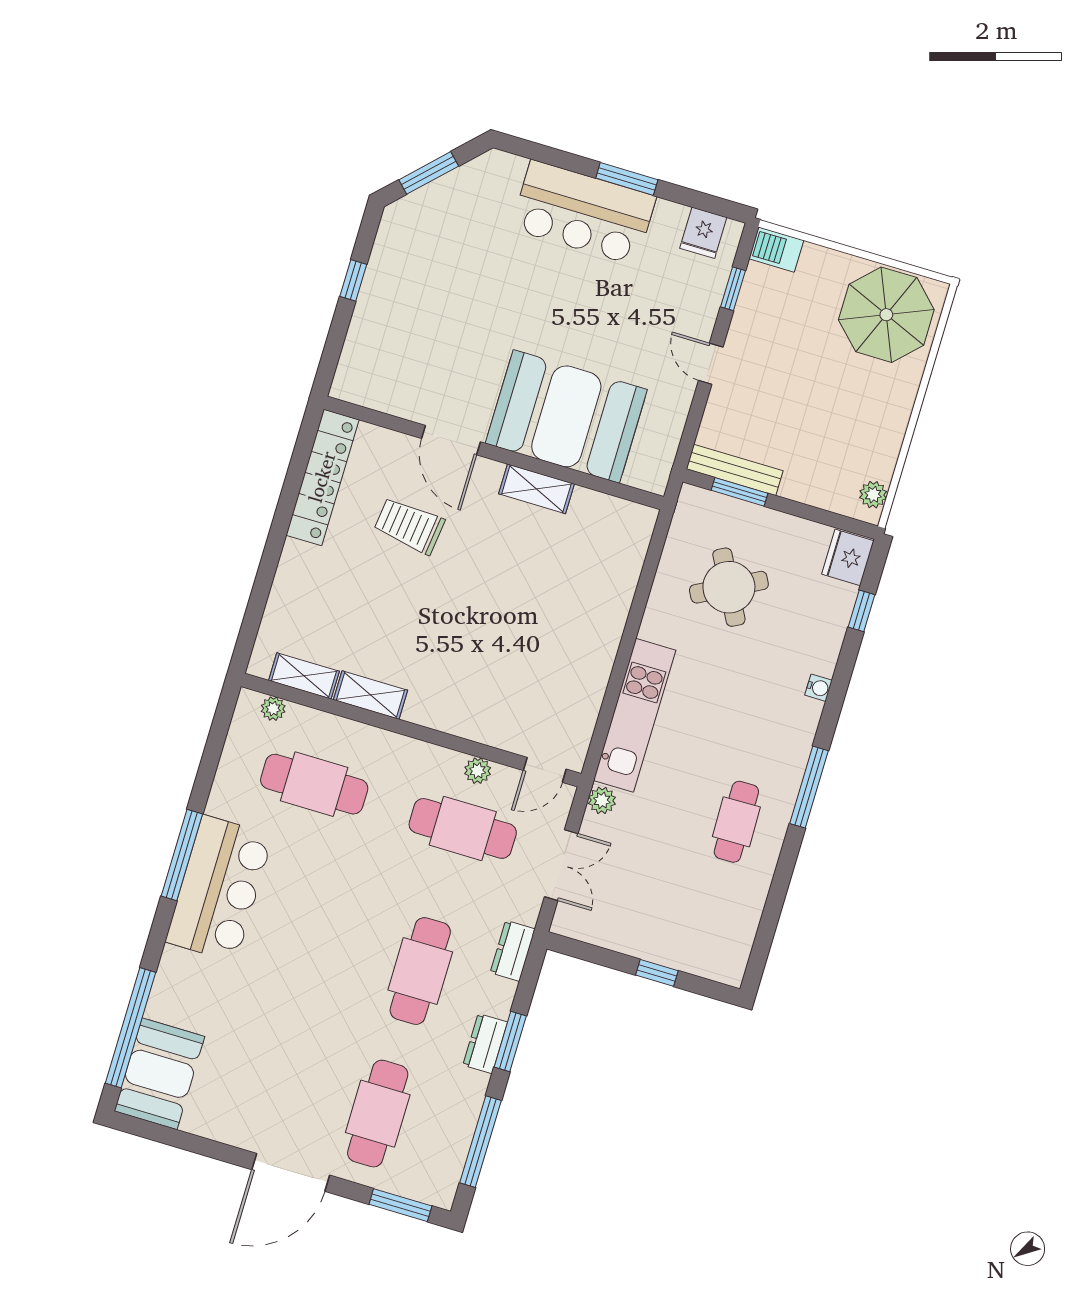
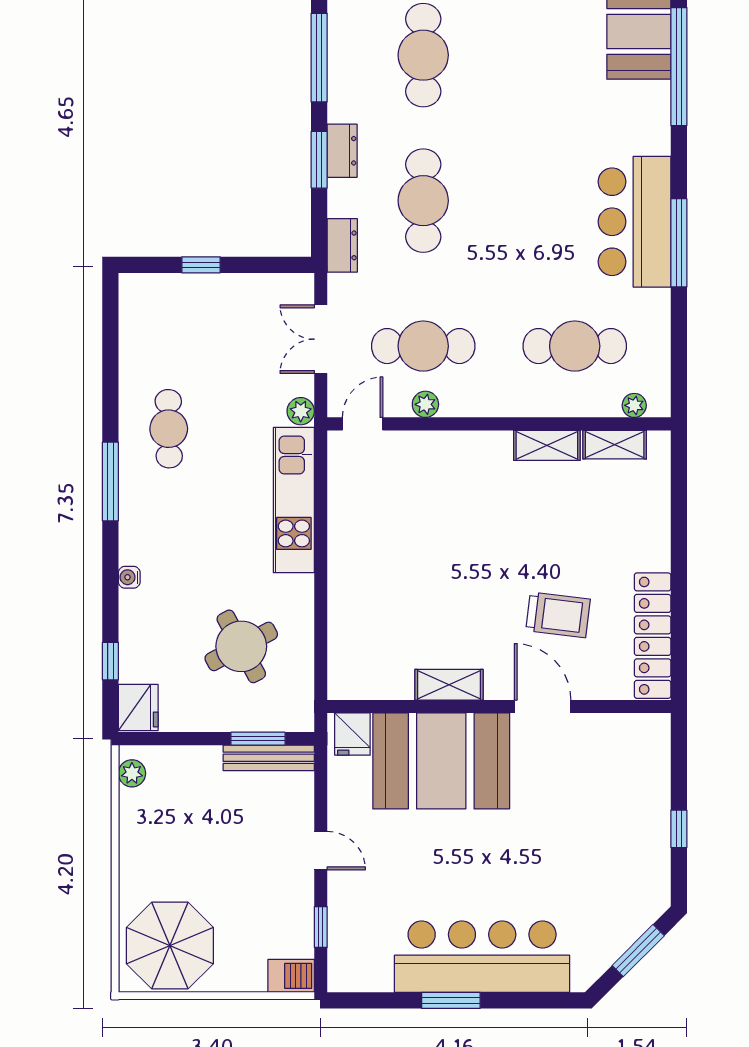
bar counter: (583, 213) -> (482, 957), width x1.36
fridge: (703, 233) -> (352, 734), moved, turned 180

